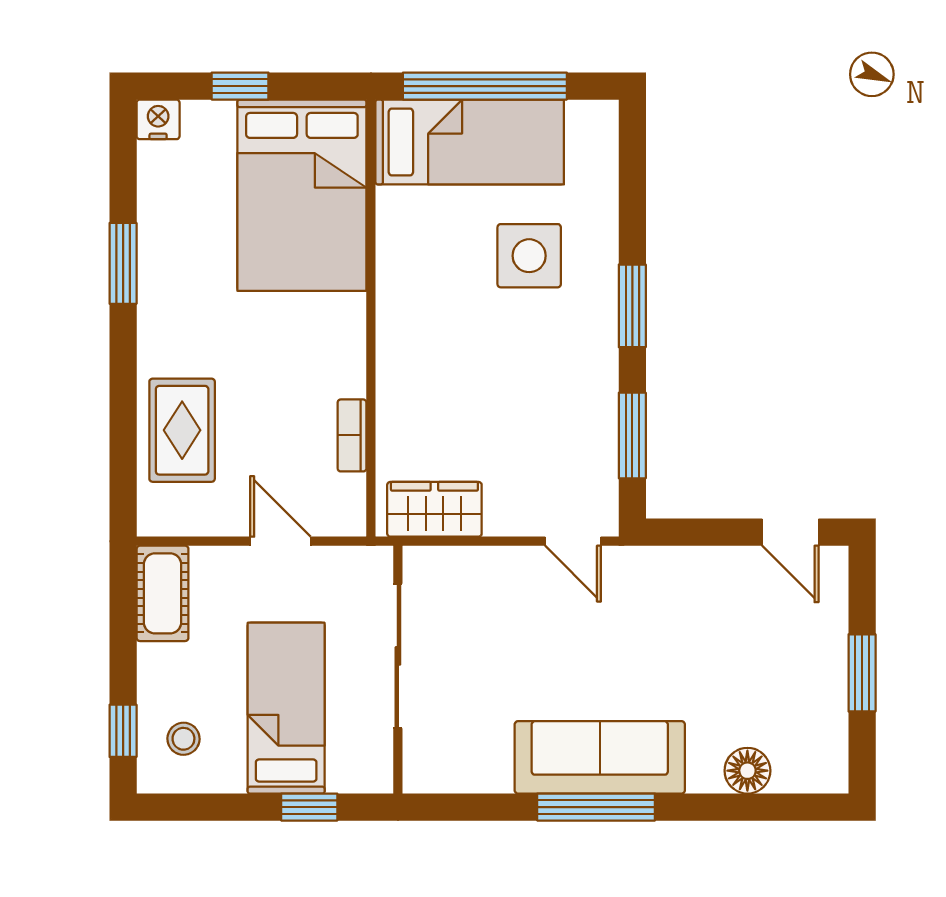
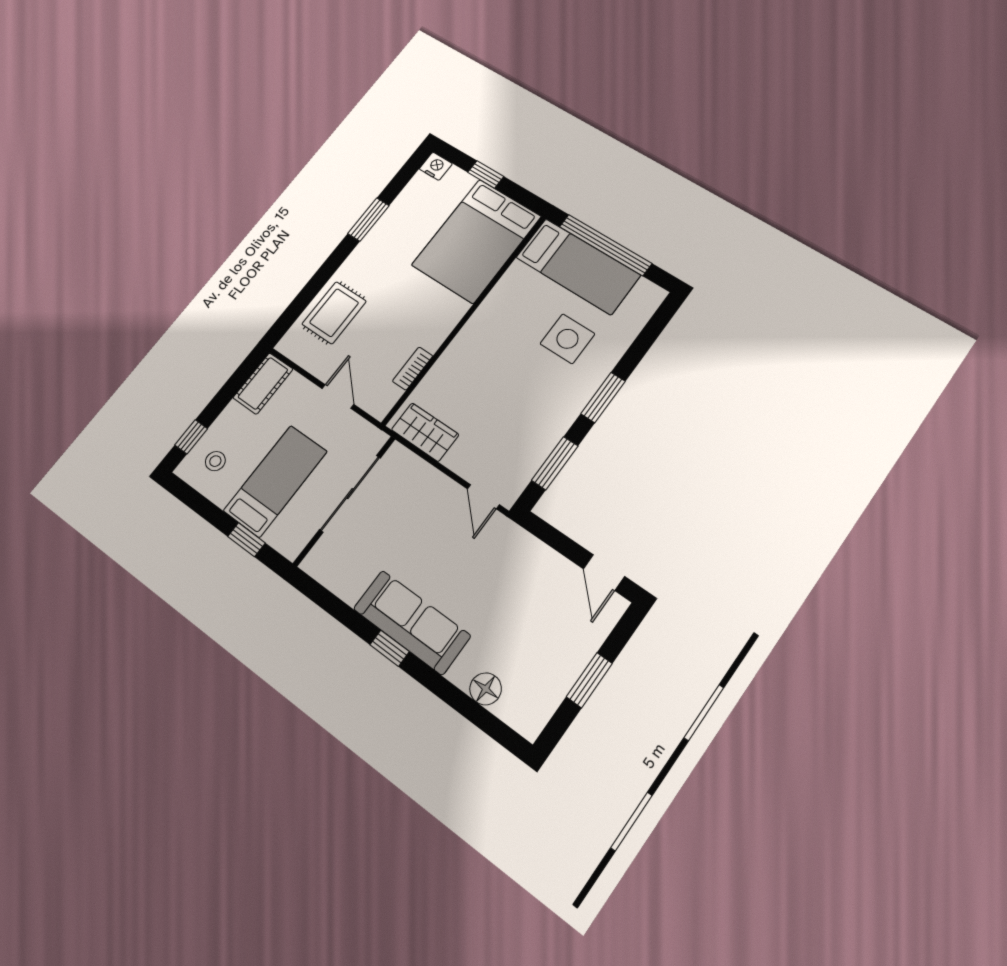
window: (596, 807) -> (390, 648), width x0.46

